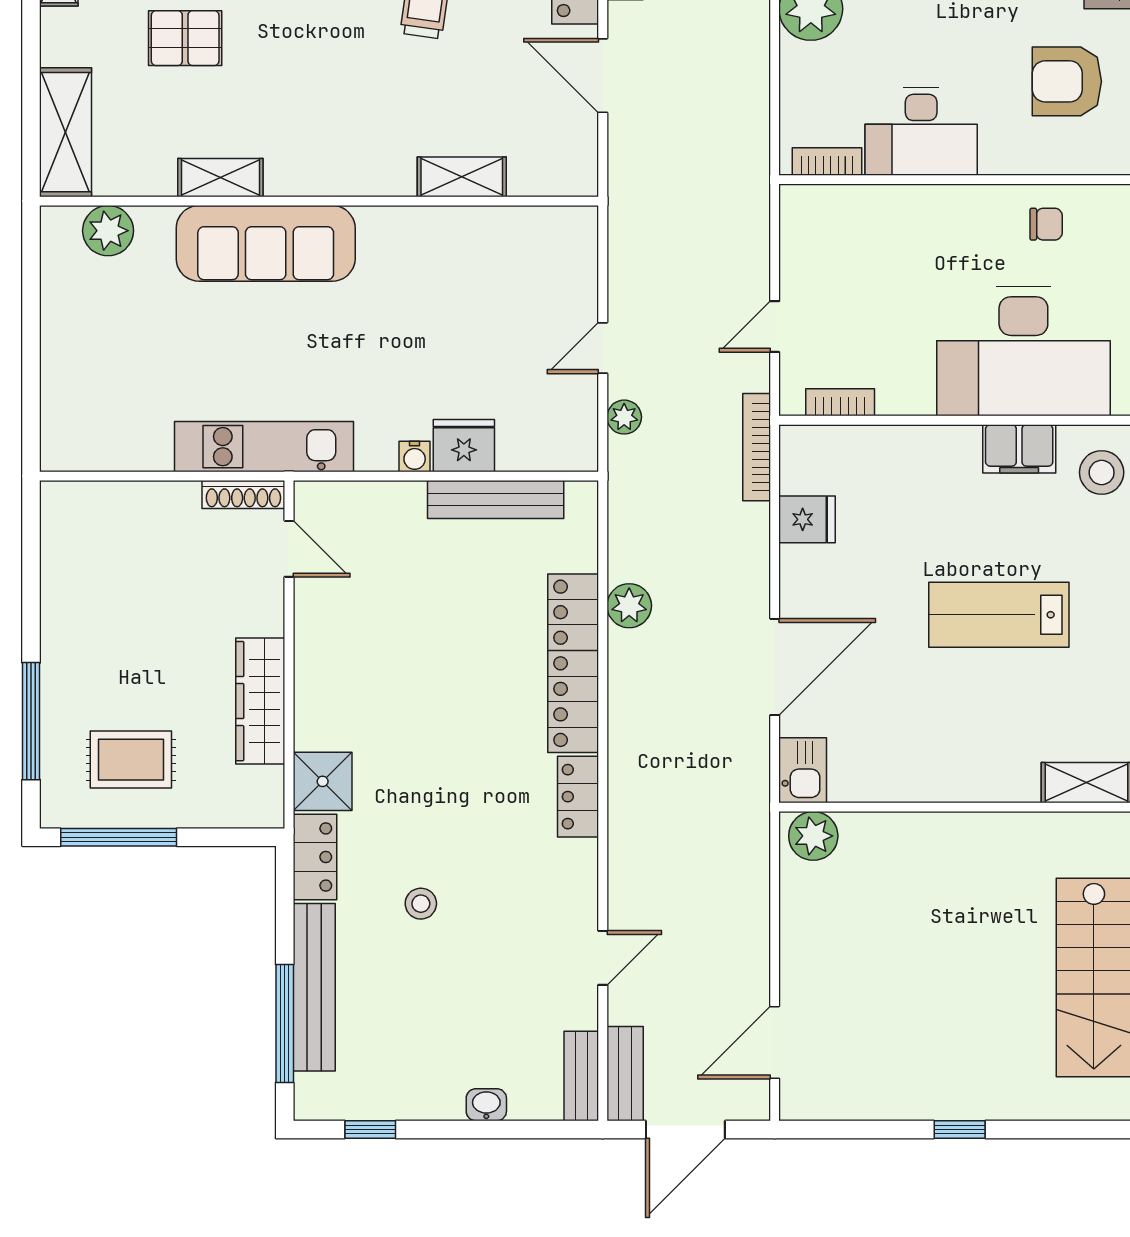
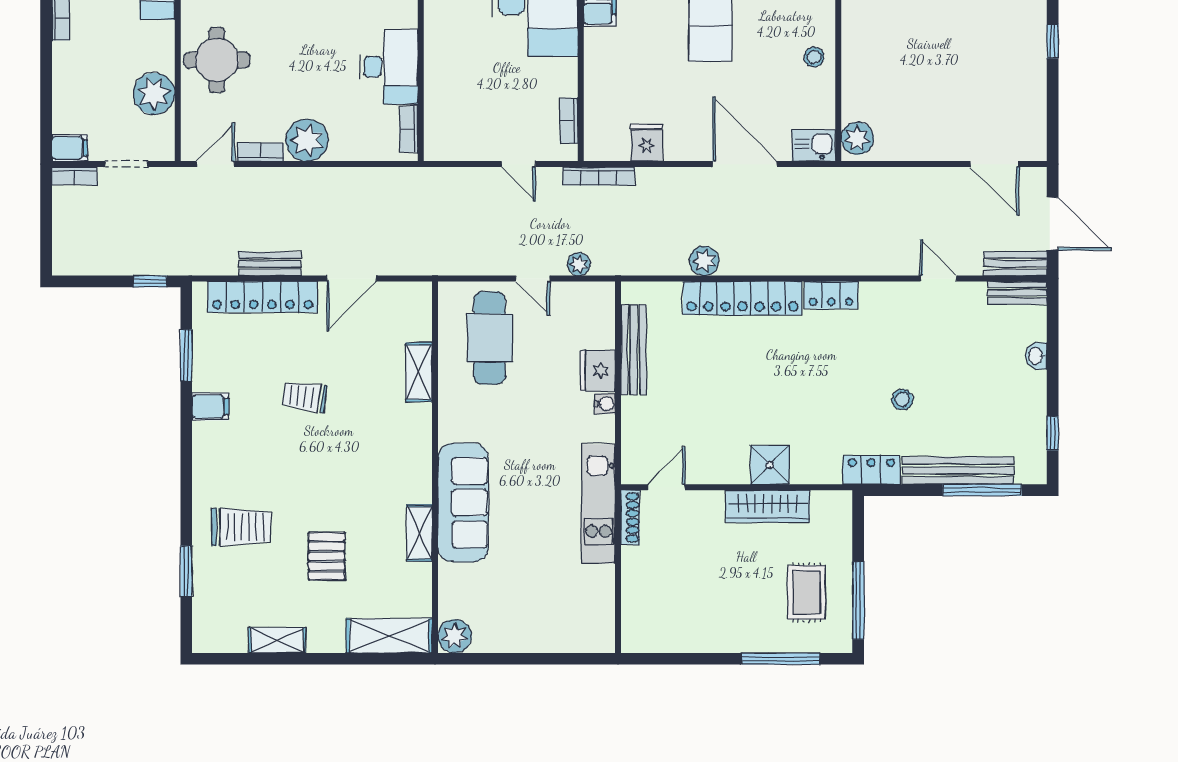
plant: (108, 231) -> (455, 636), moved
cafe table: (513, 283) -> (489, 338), added
stool: (936, 771) -> (814, 57), added
shower: (323, 781) -> (770, 465), moved

